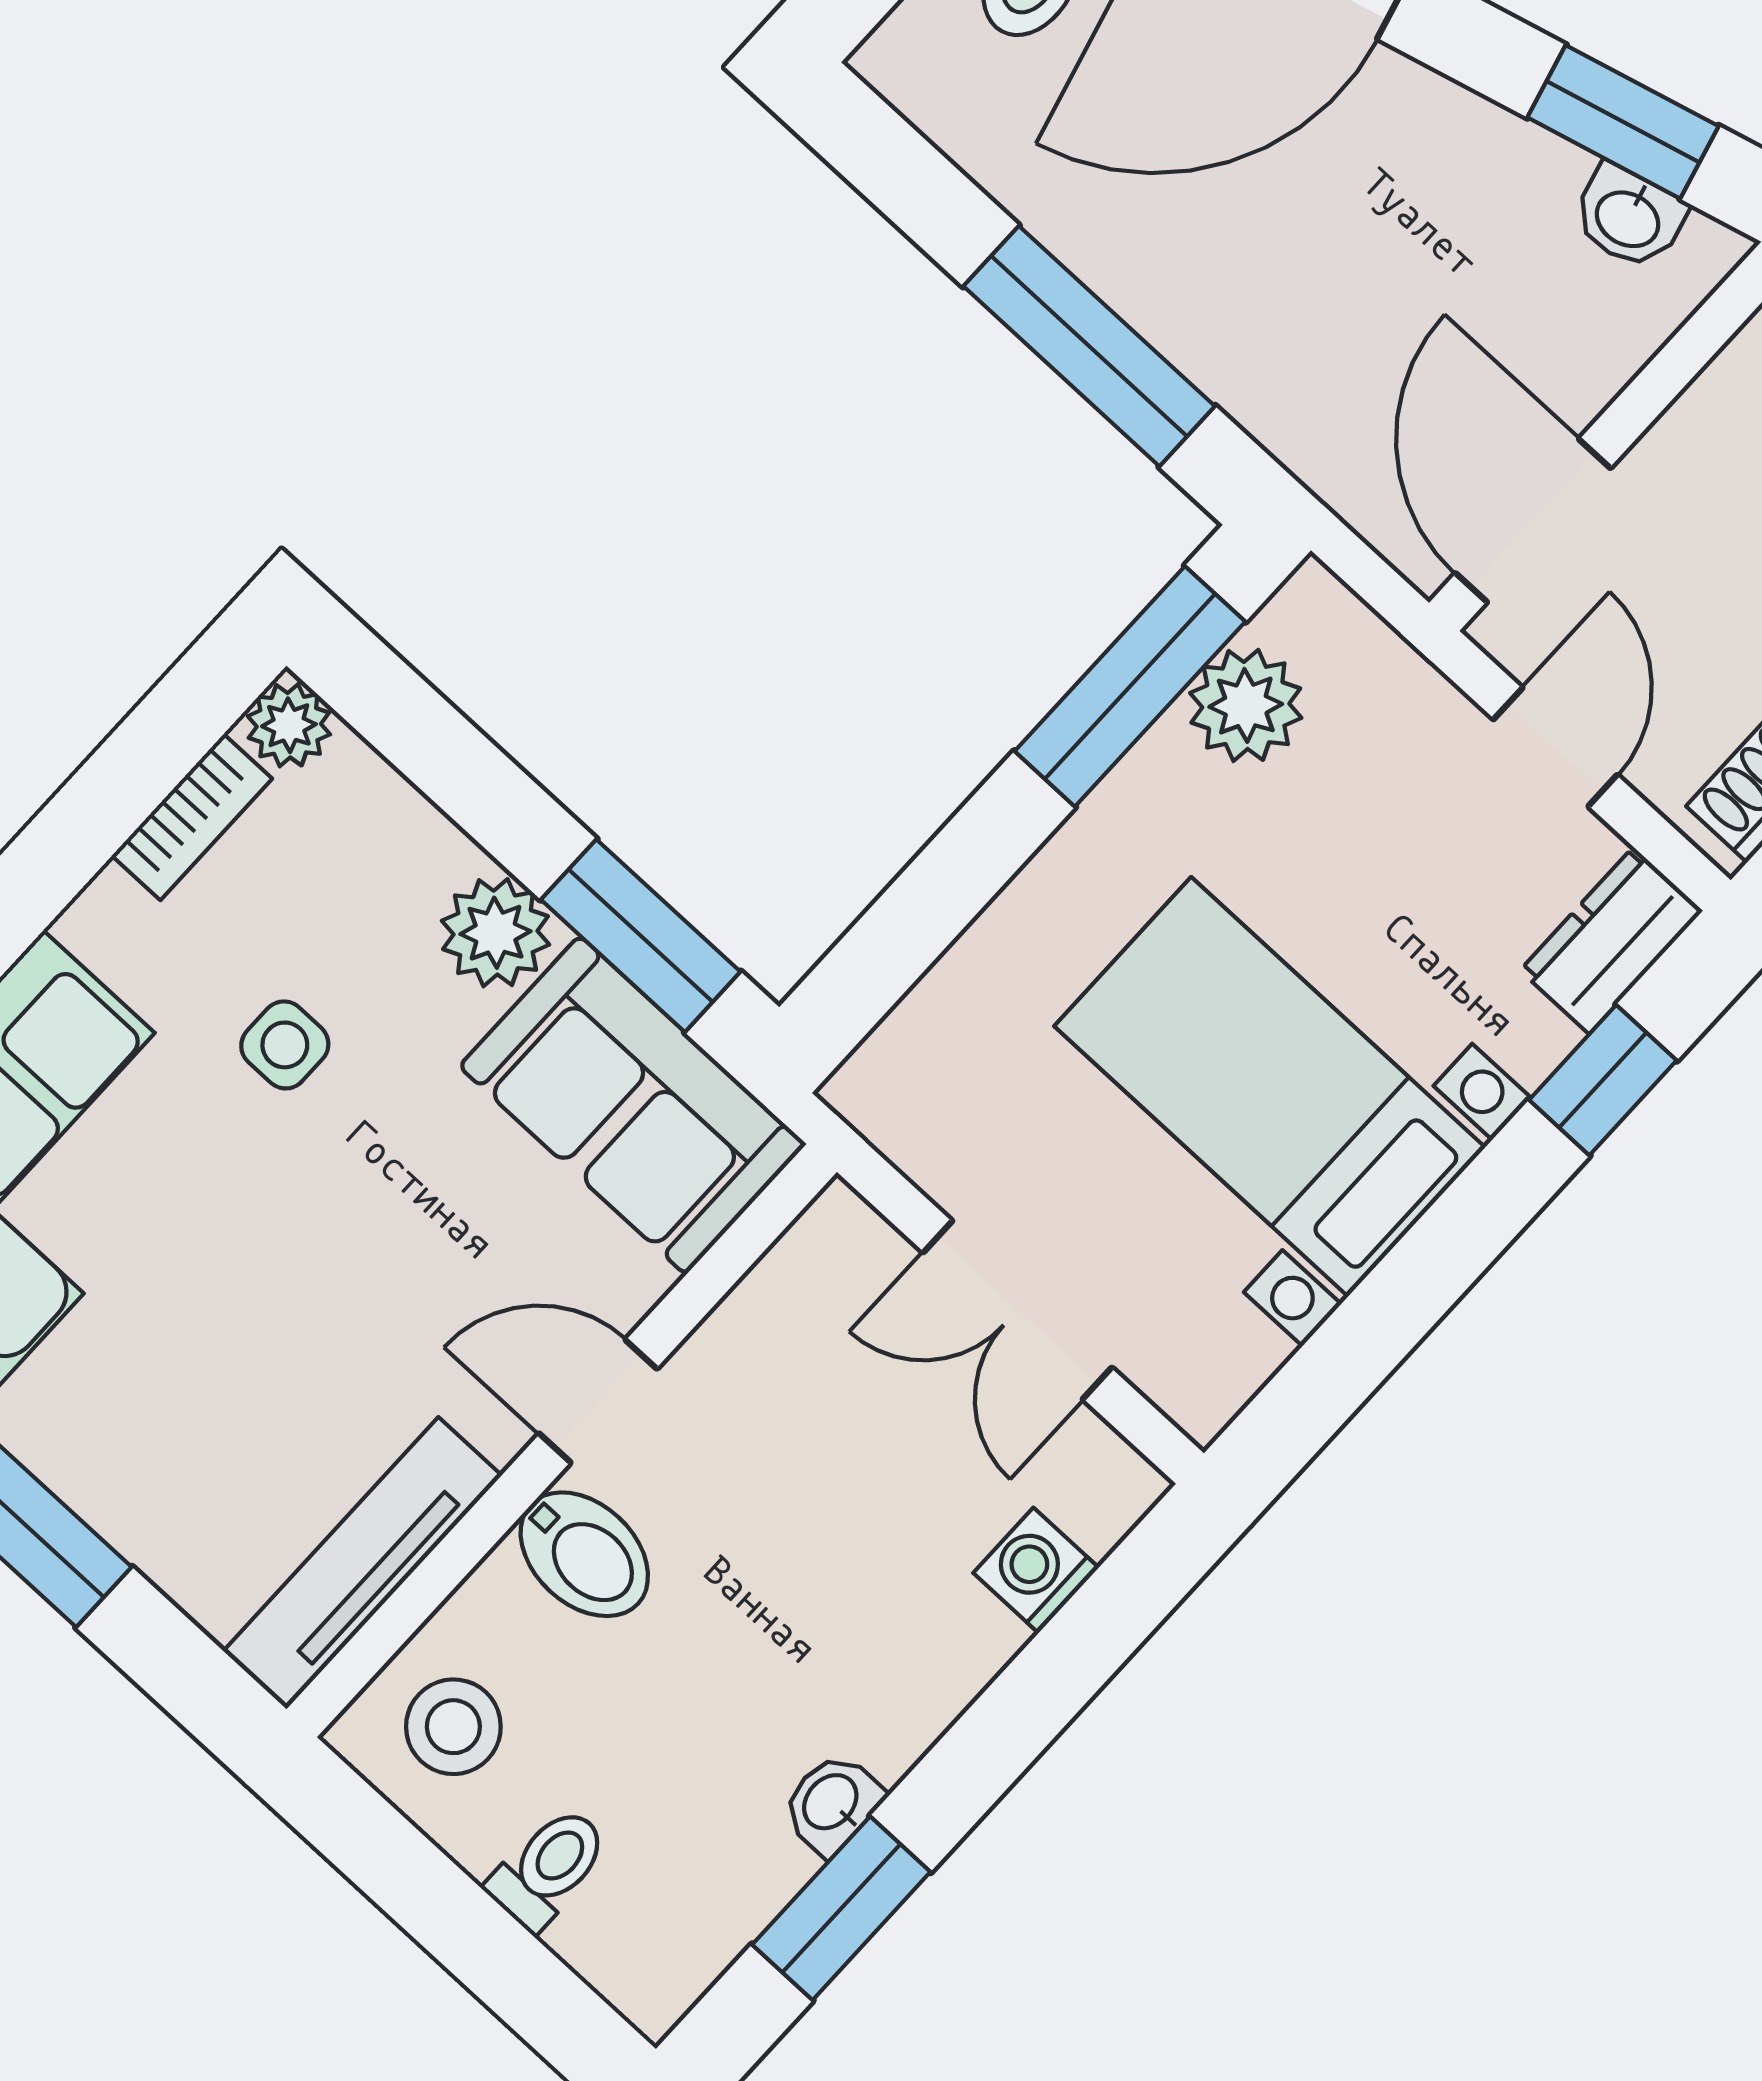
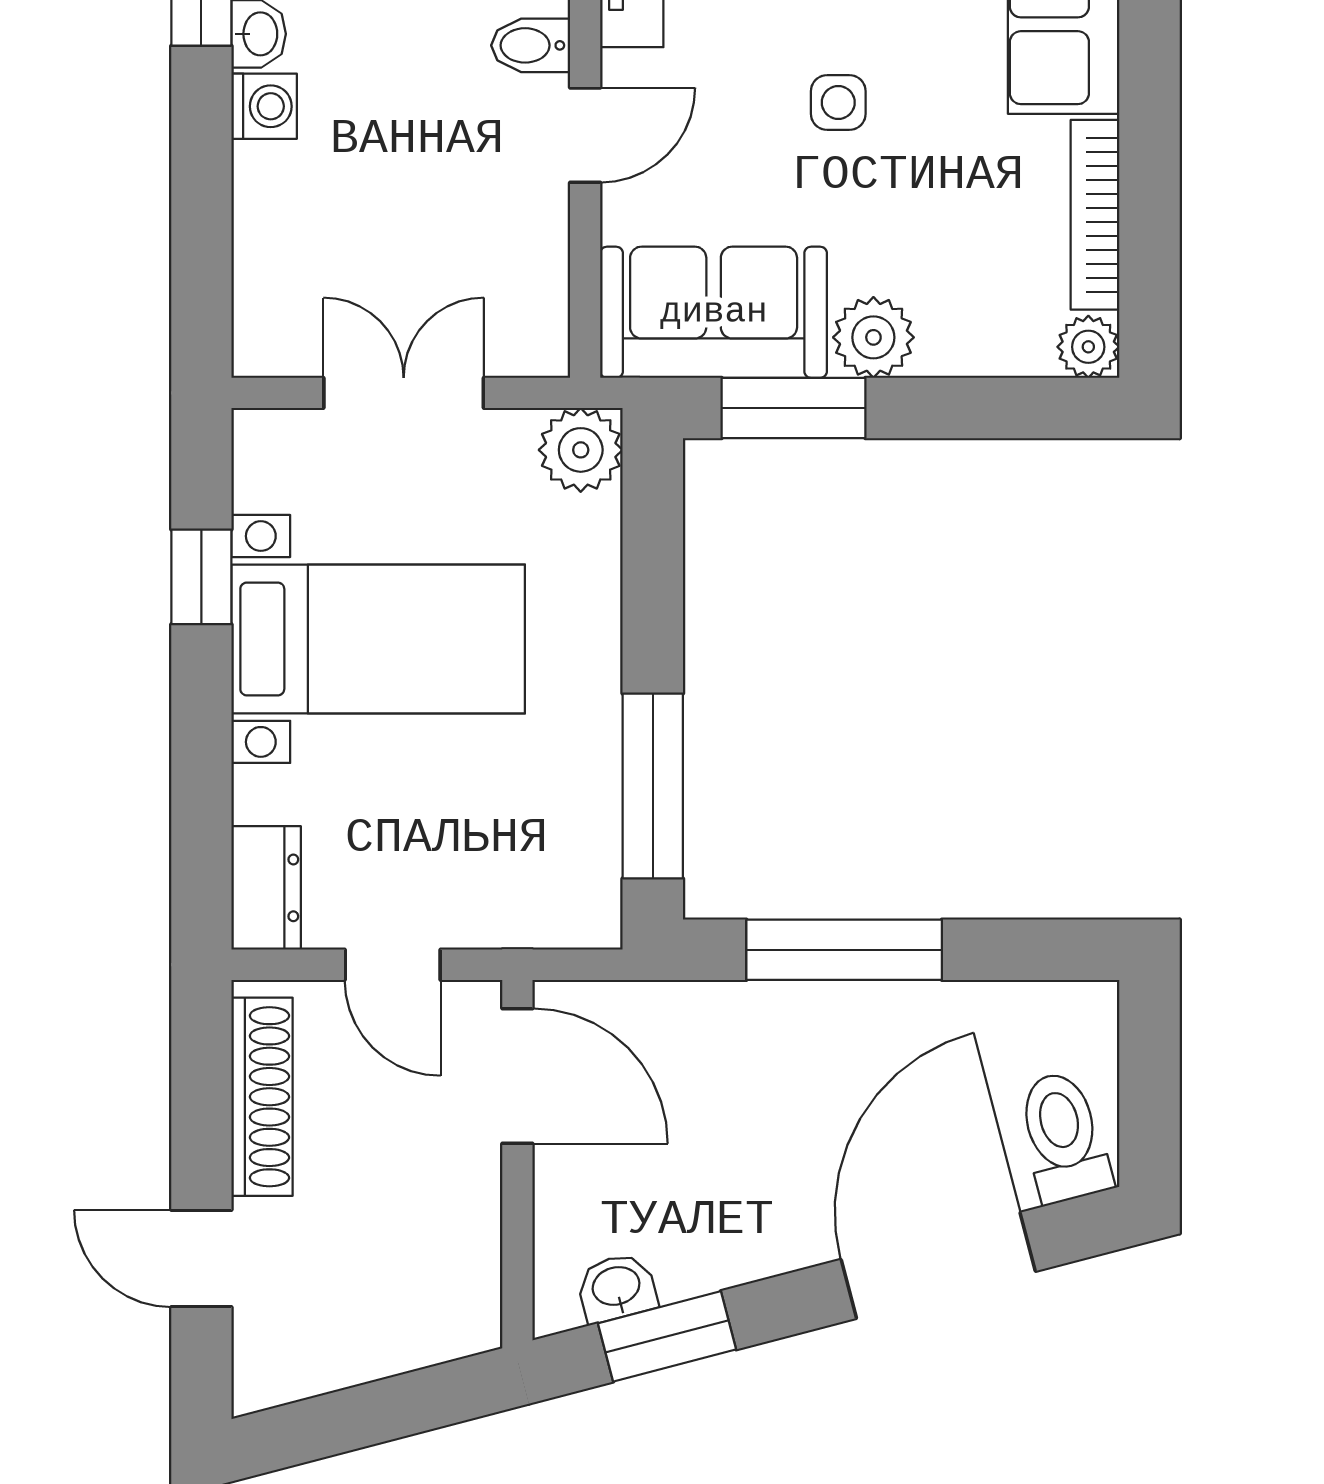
plant: (1246, 705) -> (581, 450), moved
bookcase: (192, 817) -> (1095, 215), width x1.56
side table: (285, 1045) -> (838, 102), moved
window: (1603, 1080) -> (201, 577), moved
bidet: (584, 1554) -> (531, 45), width x0.72, depth x0.74
washing machine: (1036, 1570) -> (264, 106), moved

